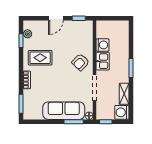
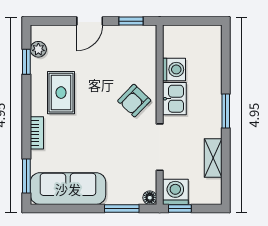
rug: (40, 58) -> (61, 93), turned 90
sofa: (64, 111) -> (68, 189), moved
washing machine: (122, 112) -> (175, 192), moved, turned 90

